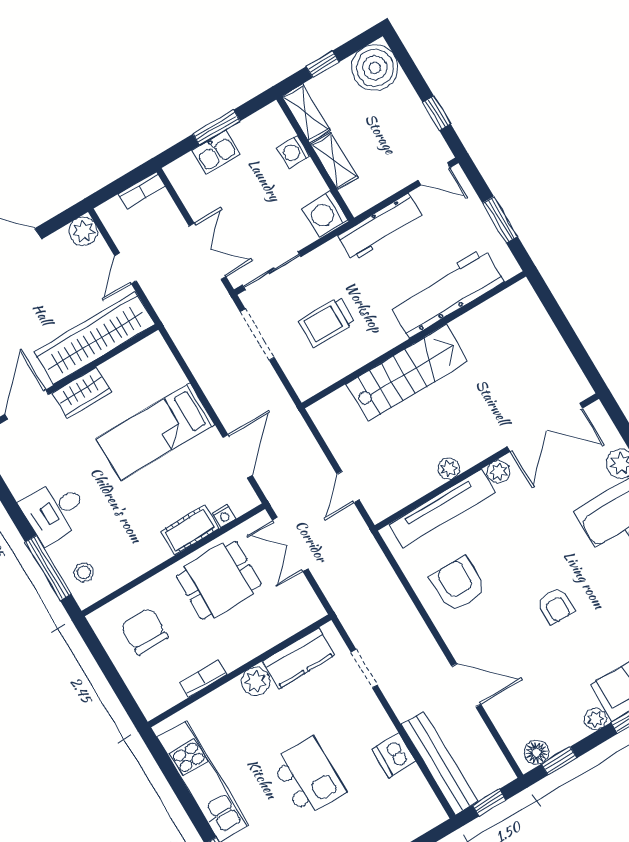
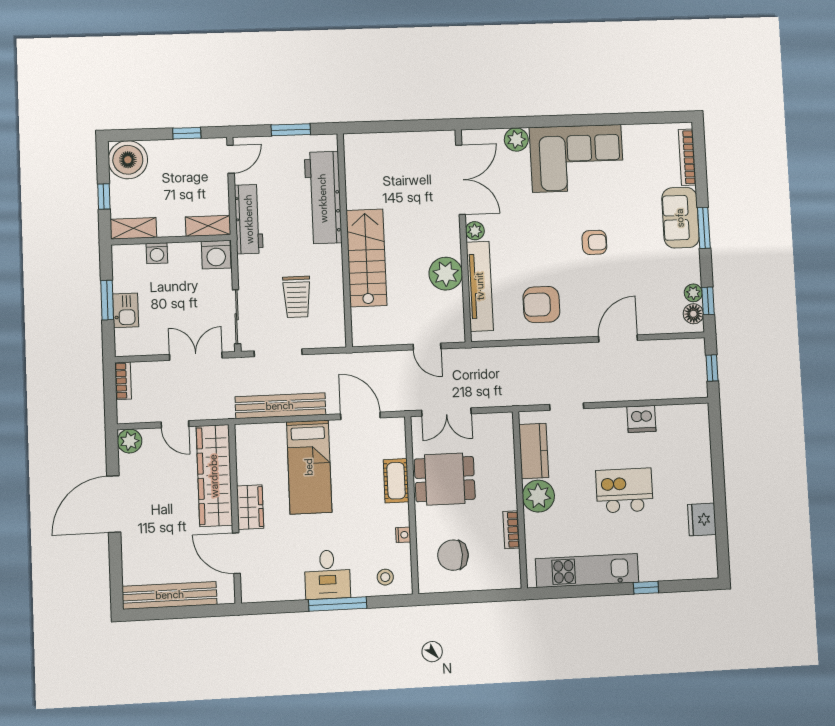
shelving: (334, 161) -> (208, 226), moved
plant: (449, 469) -> (446, 274), width x1.87, depth x1.87
nightstand: (224, 516) -> (403, 535), moved
window: (48, 568) -> (338, 604), moved
dining table: (219, 580) -> (445, 479), turned 90
plant: (255, 681) -> (538, 496), width x1.36, depth x1.36
plant: (595, 719) -> (693, 293), moved
bench: (439, 763) -> (280, 406), moved

